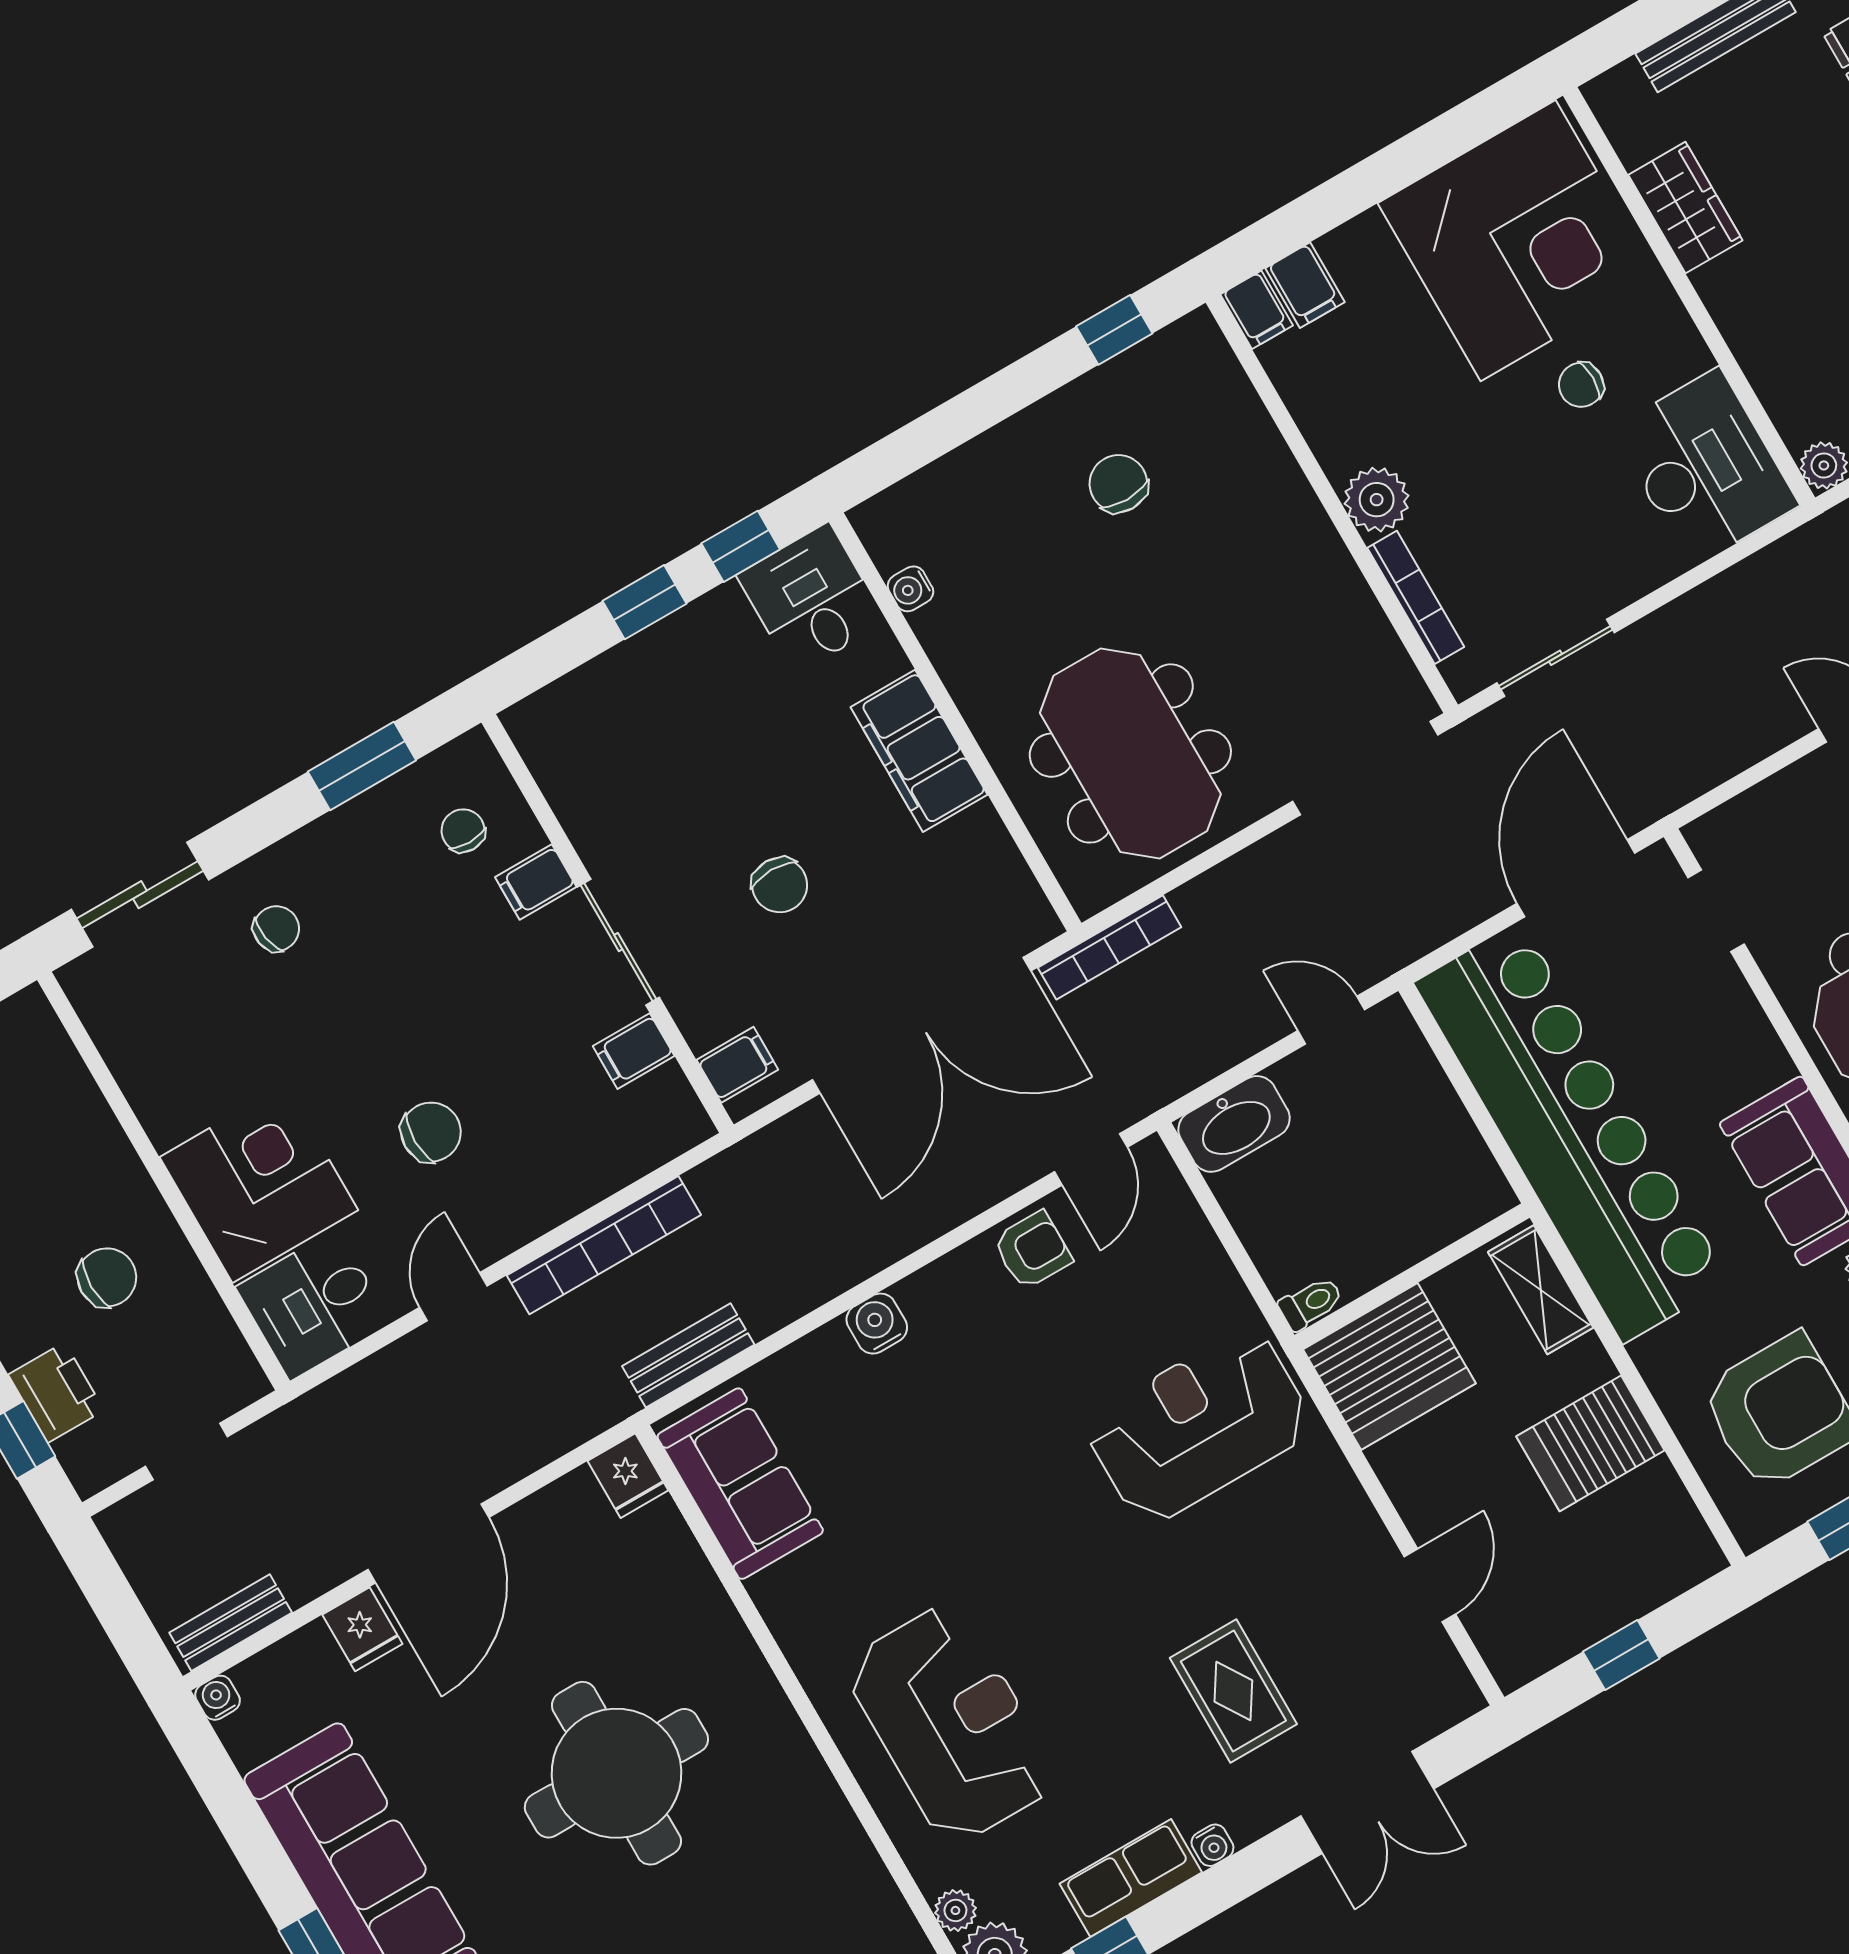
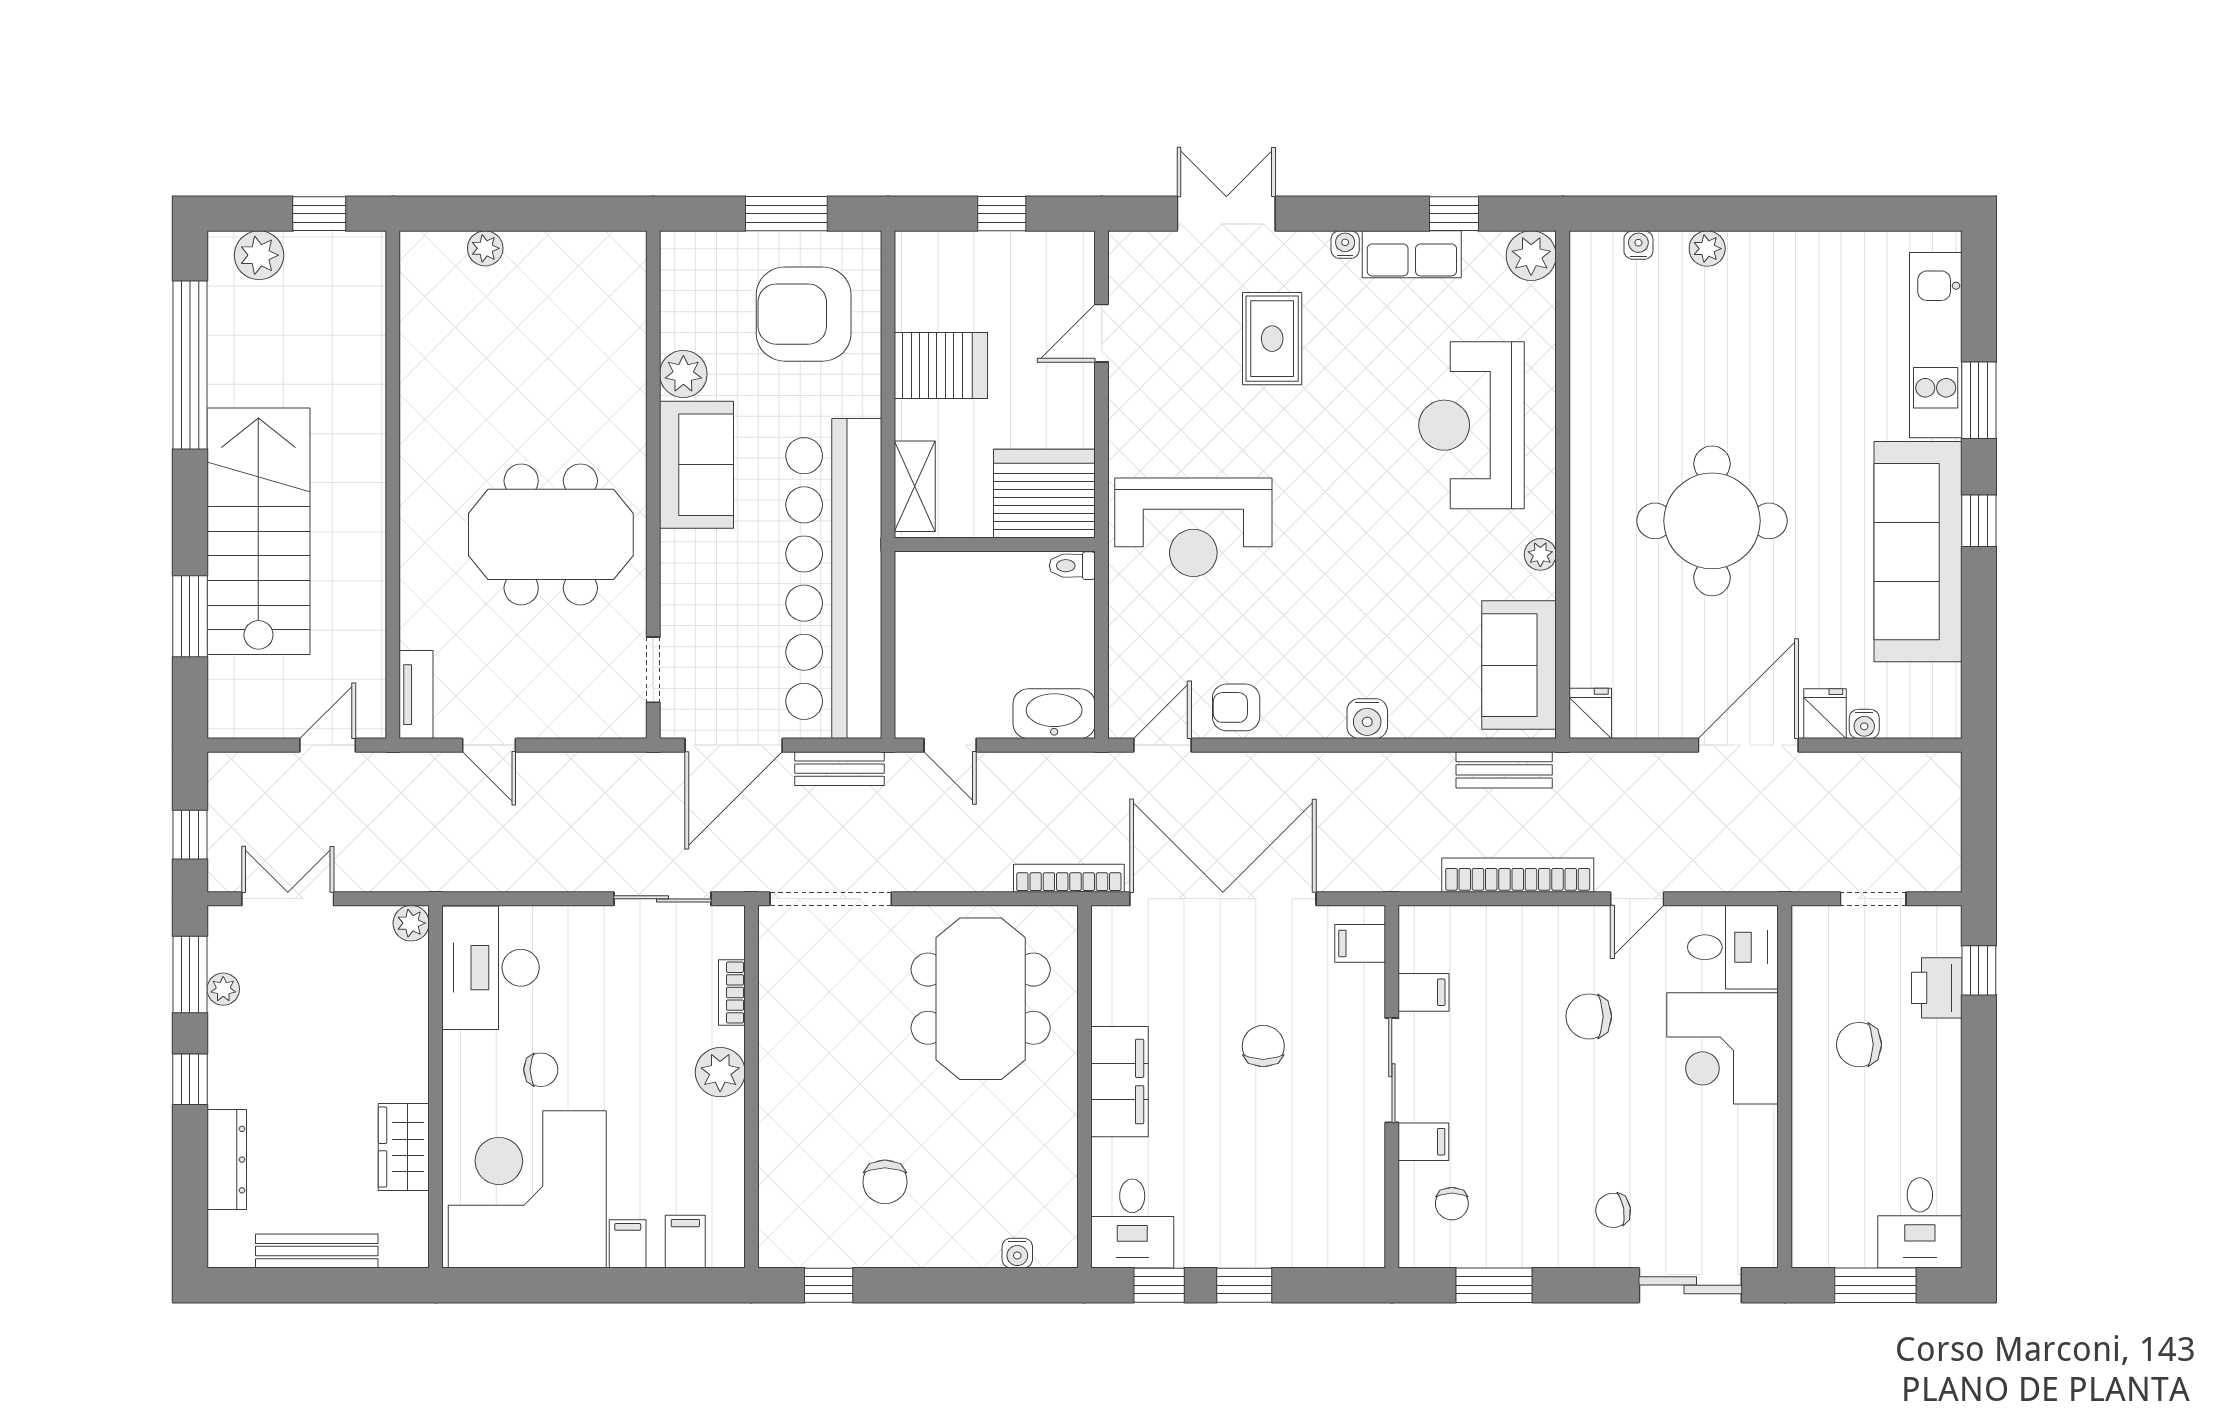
filing cabinet: (1257, 310) -> (628, 1244), moved
water cooler: (910, 589) -> (1017, 1253), moved, turned 90
bookcase: (1416, 597) -> (732, 993), width x0.64
bench: (231, 1623) -> (840, 769), moved
water cooler: (218, 1698) -> (1864, 724), moved
plant: (955, 1910) -> (1540, 554), moved

